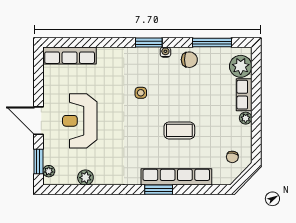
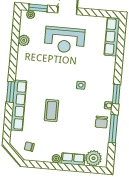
window: (212, 43) -> (113, 129), moved
reception desk: (80, 121) -> (65, 40), turned 180

